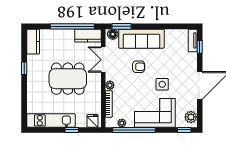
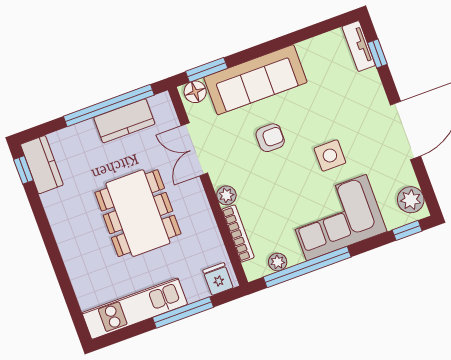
kitchen counter: (88, 36) -> (124, 121), moved
window: (24, 68) -> (23, 170), moved
dining table: (68, 79) -> (138, 213), turned 90
window: (72, 130) -> (183, 312), width x2.17

